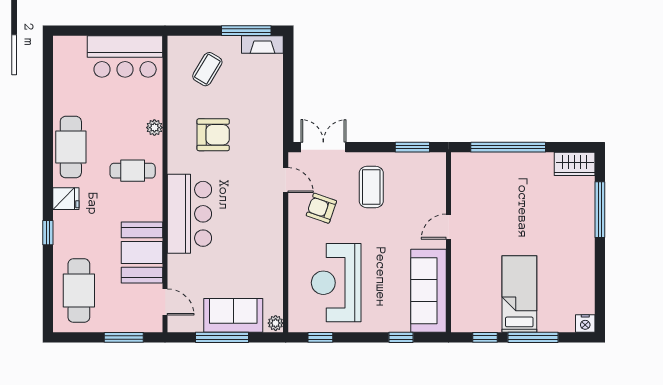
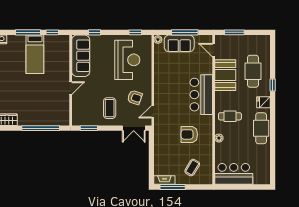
door: (286, 180) -> (153, 112), hinge flipped
cafe table: (79, 291) -> (253, 71), moved

